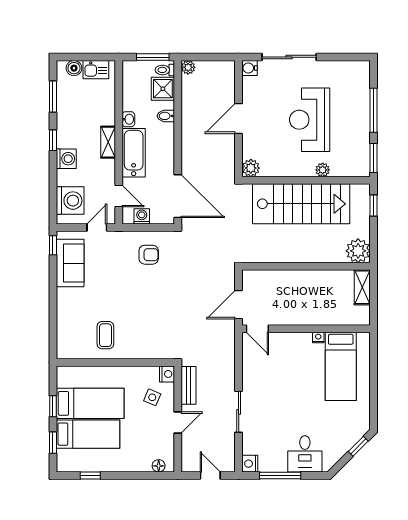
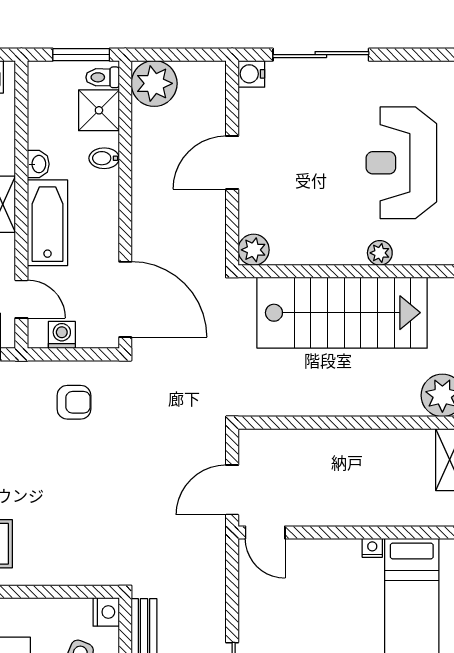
plant: (188, 67) -> (154, 83), width x1.88, depth x1.88
reception desk: (310, 120) -> (401, 163), moved

